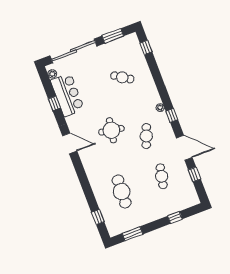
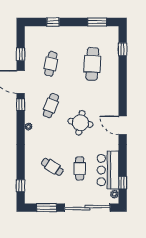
cafe table: (95, 86) -> (80, 168), added
window: (54, 103) -> (123, 183), moved
window: (172, 115) -> (21, 105), moved

